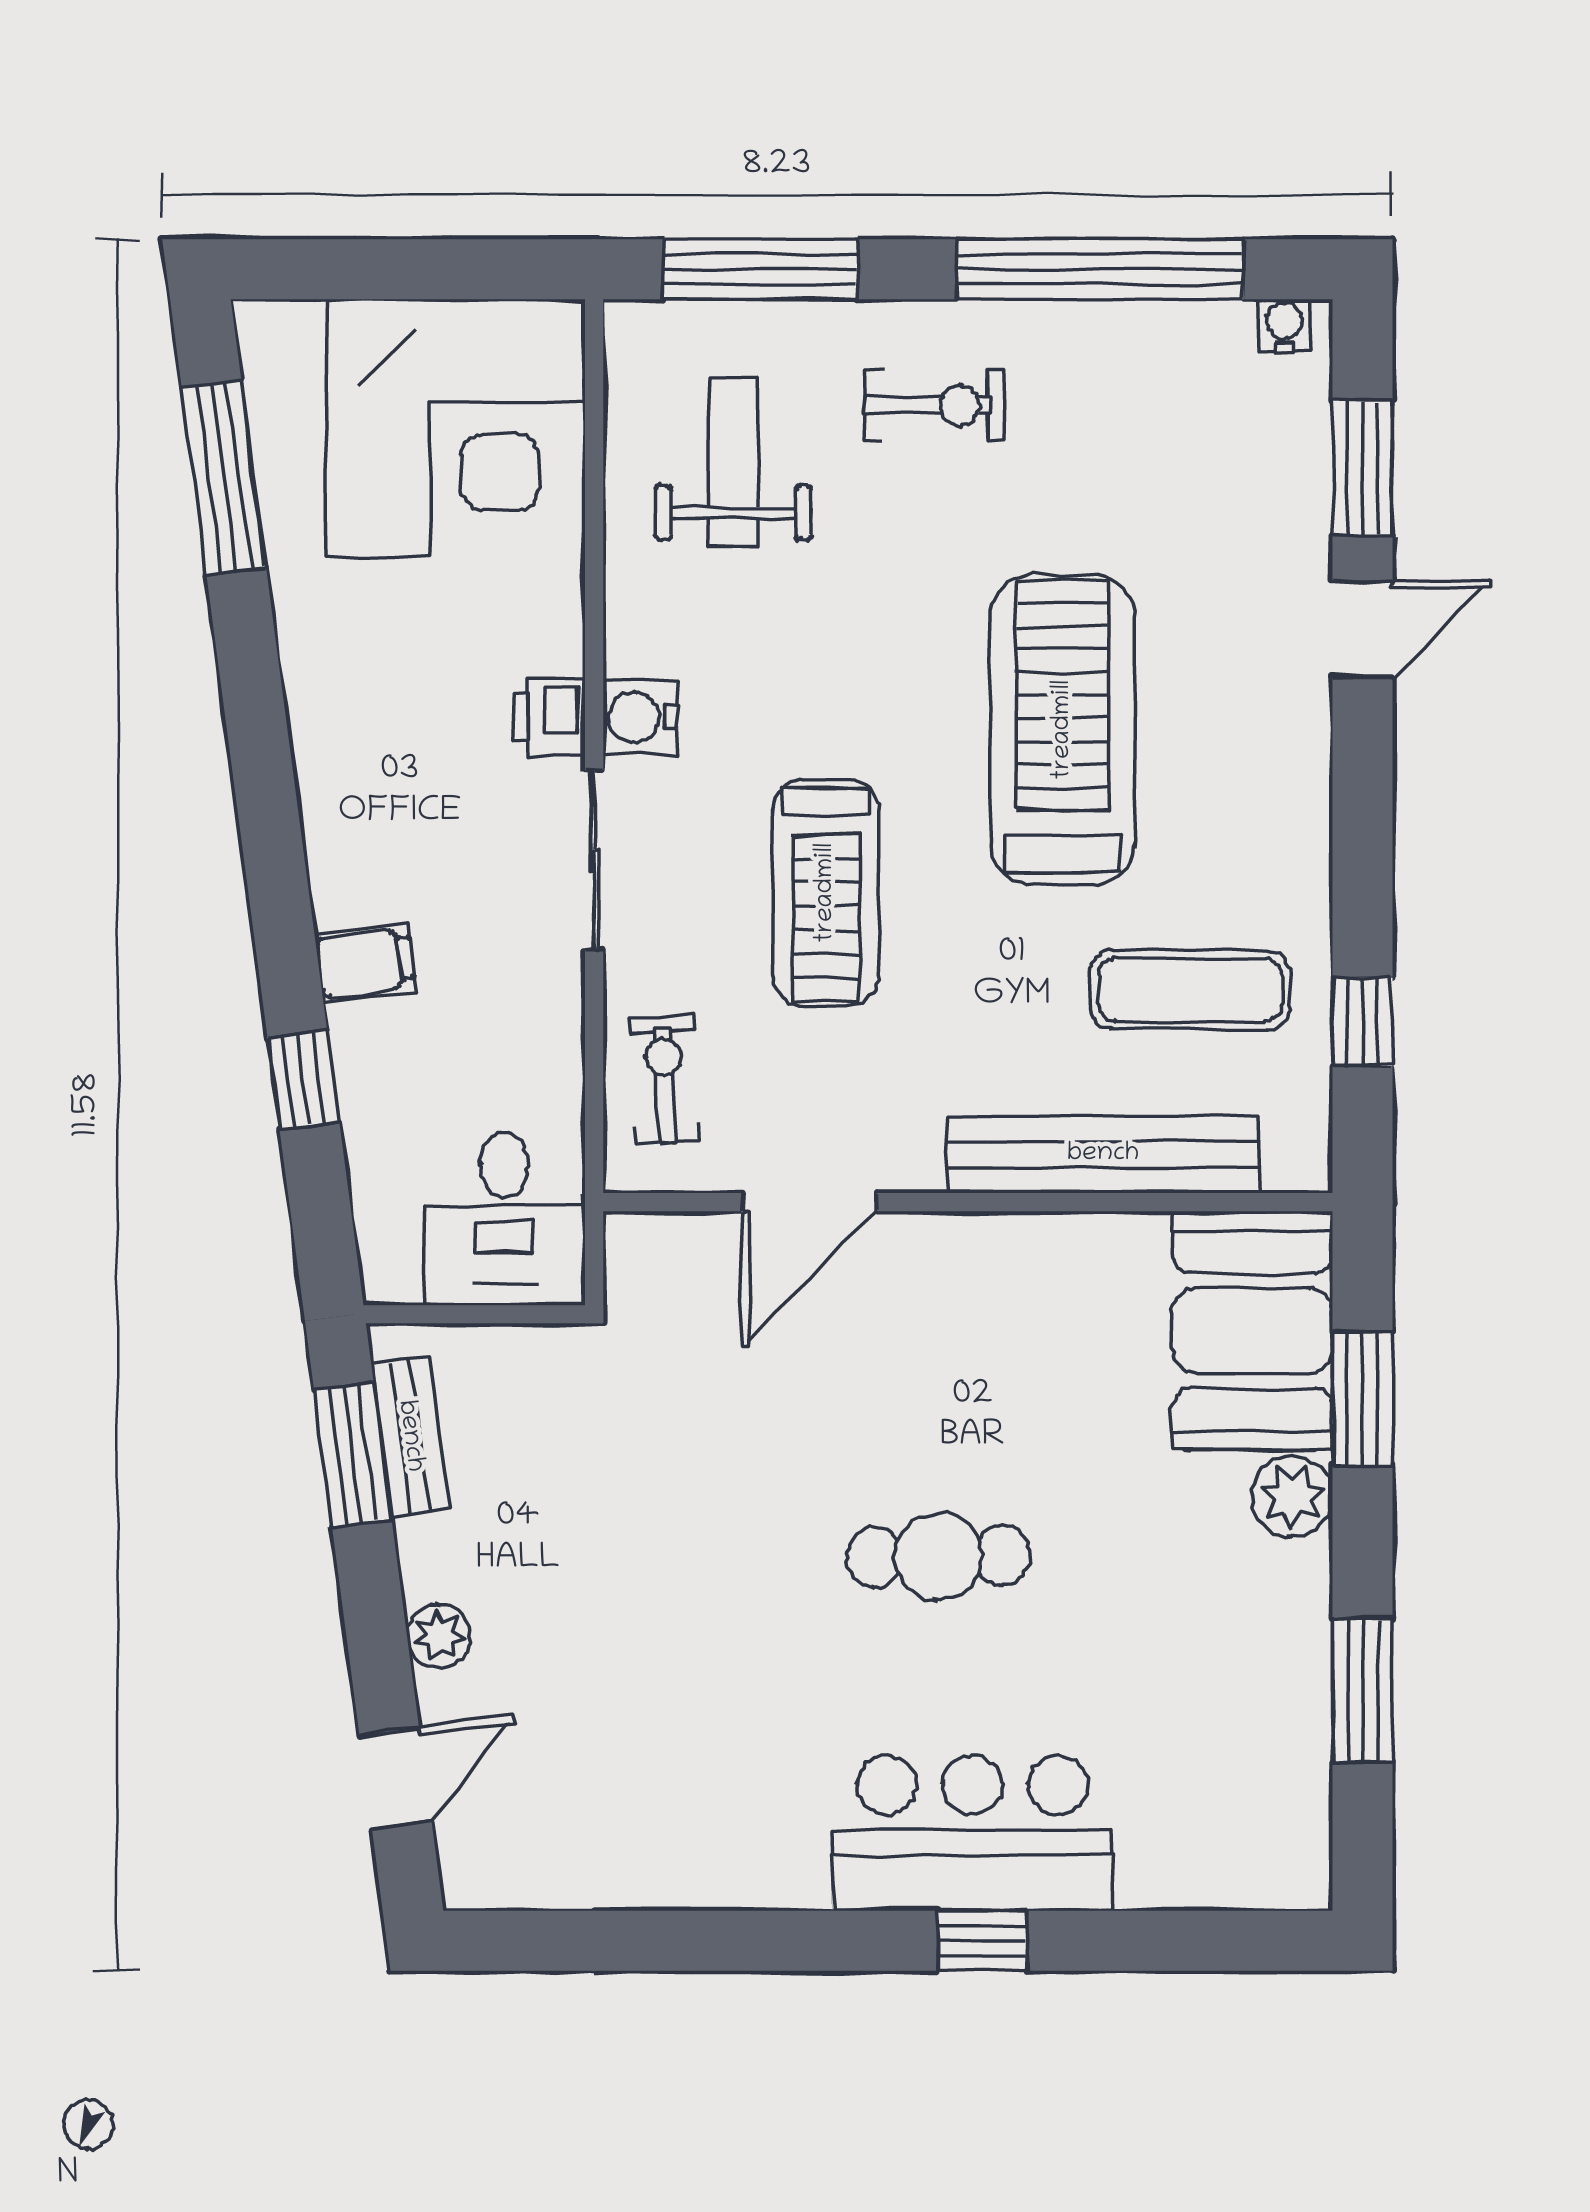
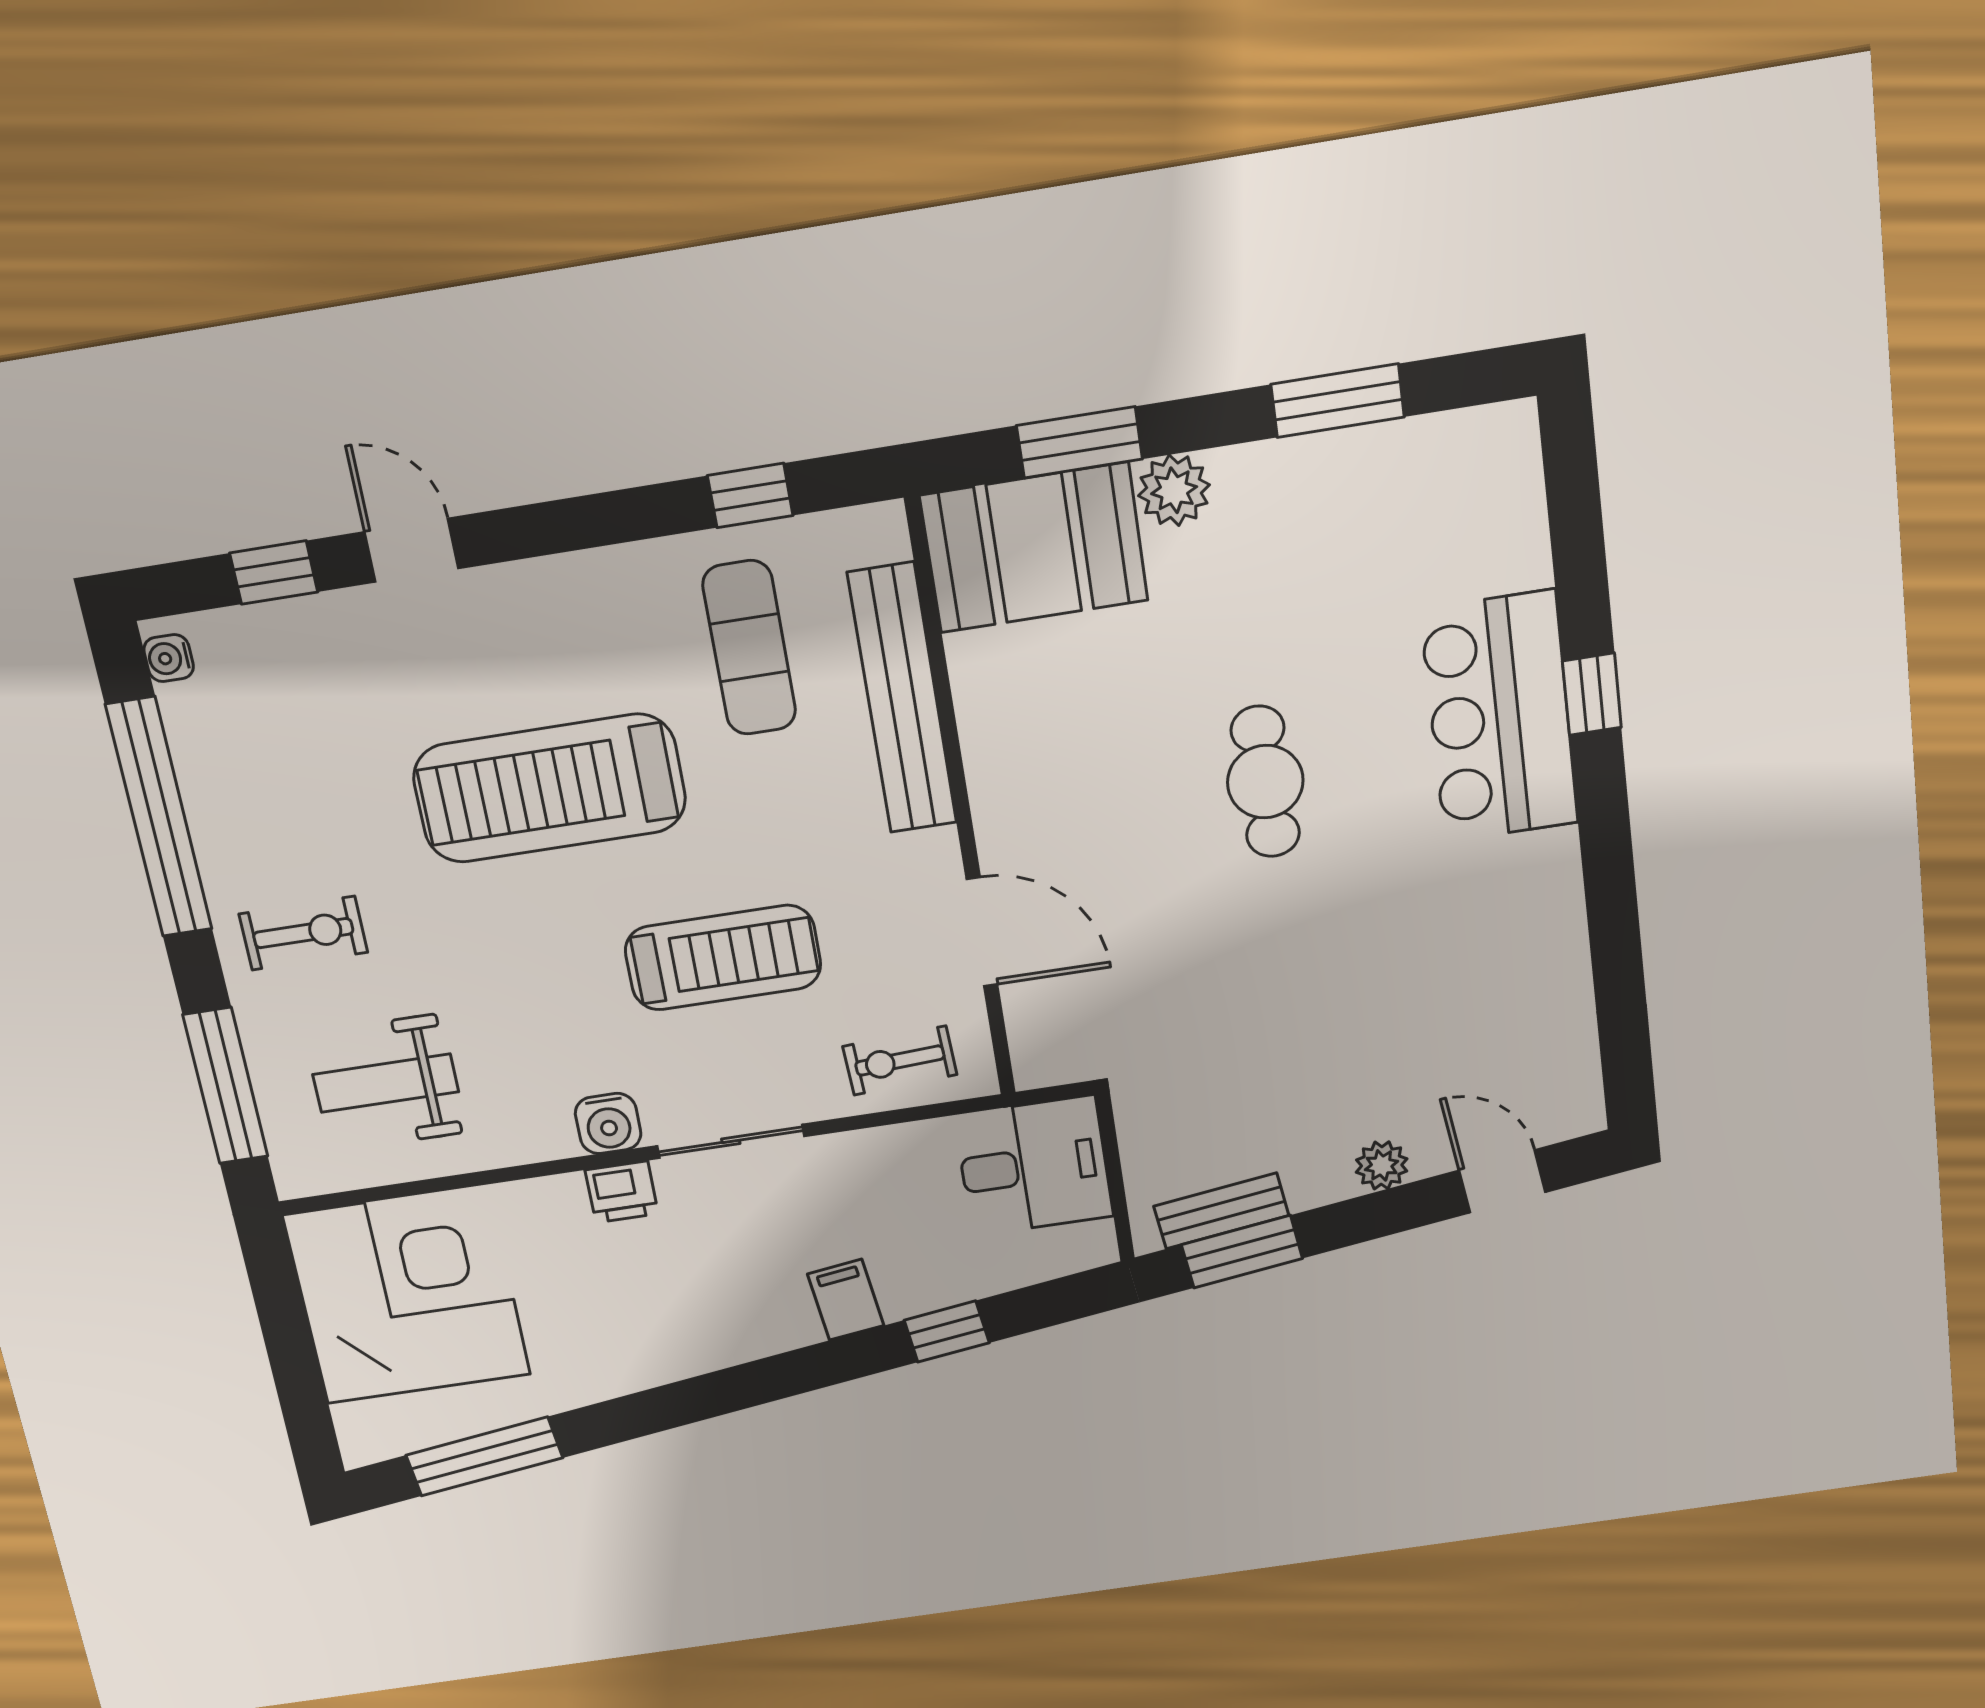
exercise bike: (935, 405) -> (303, 933), turned 90
window: (1363, 468) -> (274, 572), width x0.67

